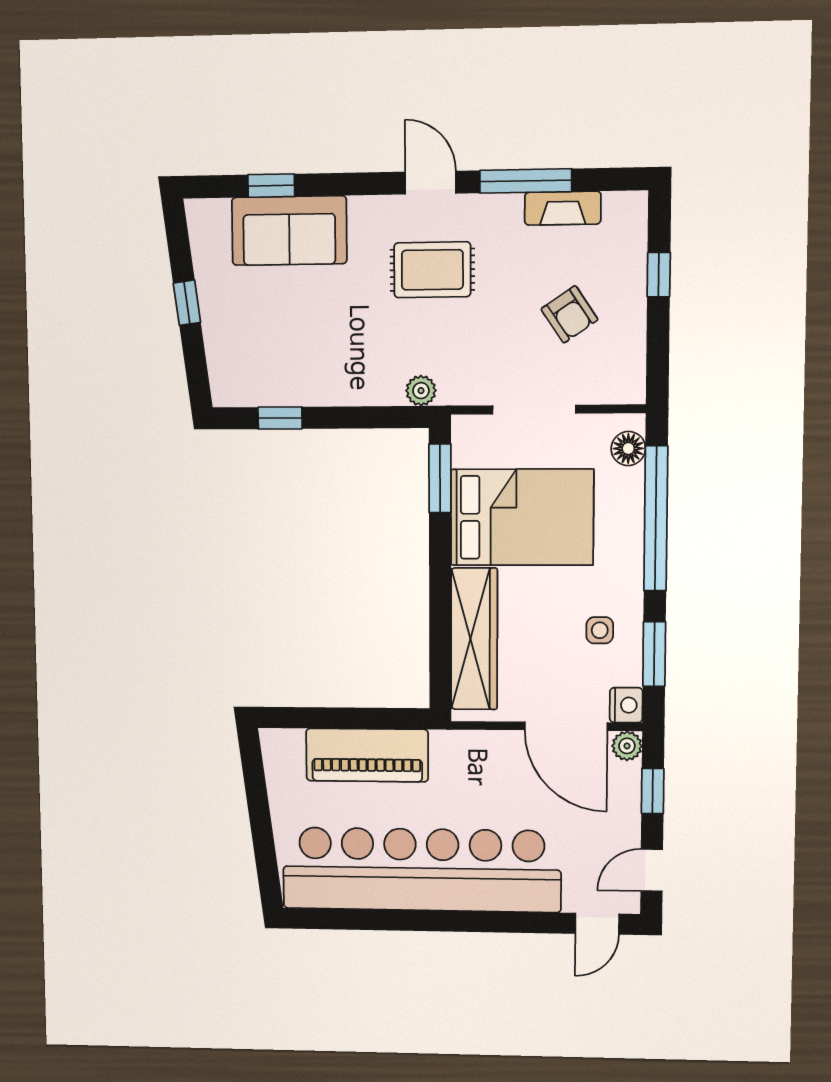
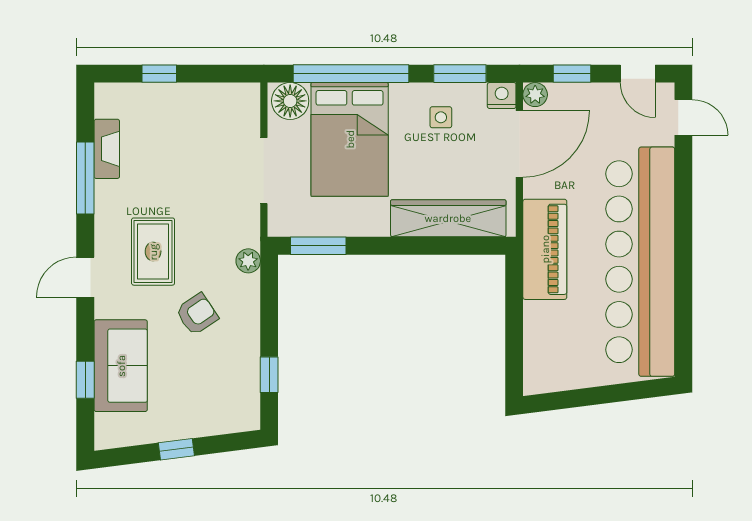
door: (430, 183) -> (85, 277), moved
armchair: (569, 314) -> (197, 314), moved
floor lamp: (628, 449) -> (290, 101), width x1.38, depth x1.38
bed: (522, 517) -> (350, 139), moved, turned 180
piano: (367, 755) -> (545, 249), moved

